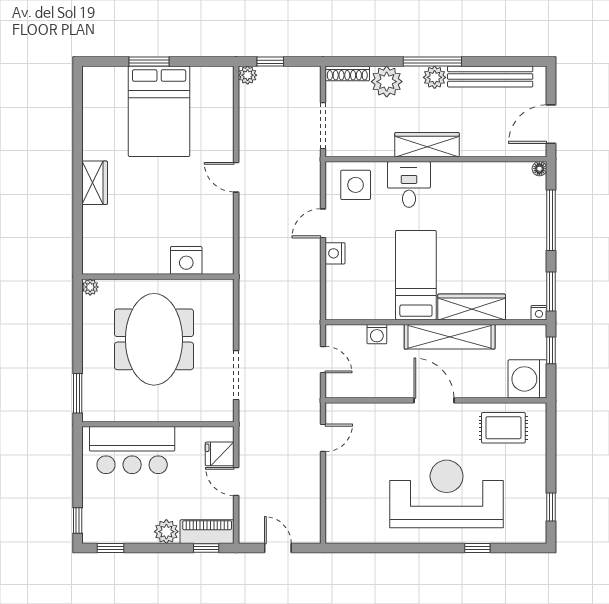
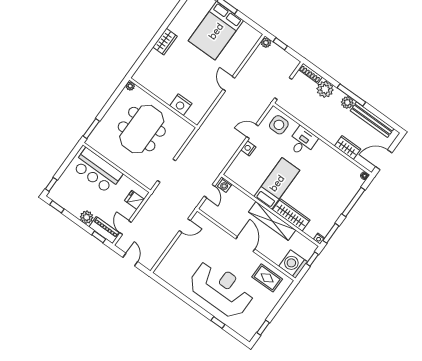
wardrobe: (427, 145) -> (348, 147), moved, width x0.67
washing machine: (377, 334) -> (225, 185), moved
door: (236, 481) -> (126, 228), moved

